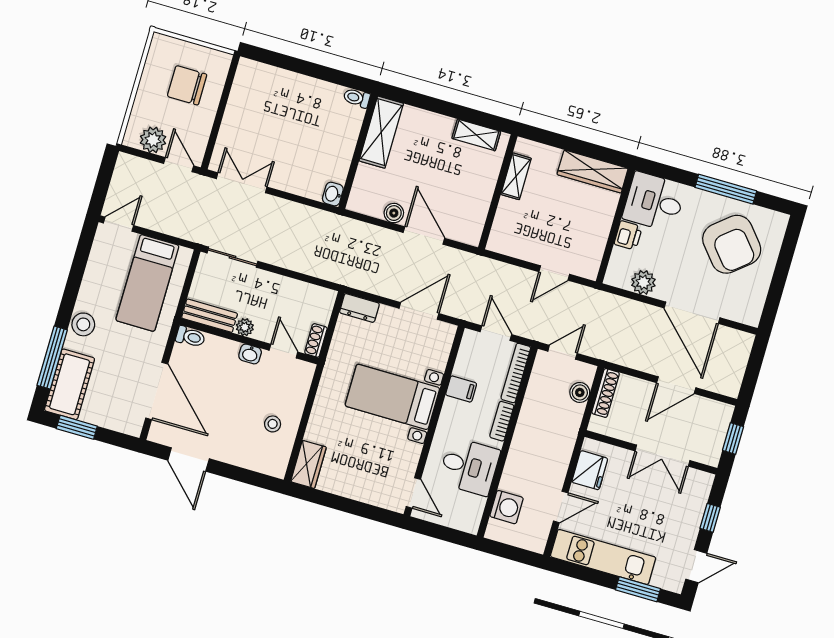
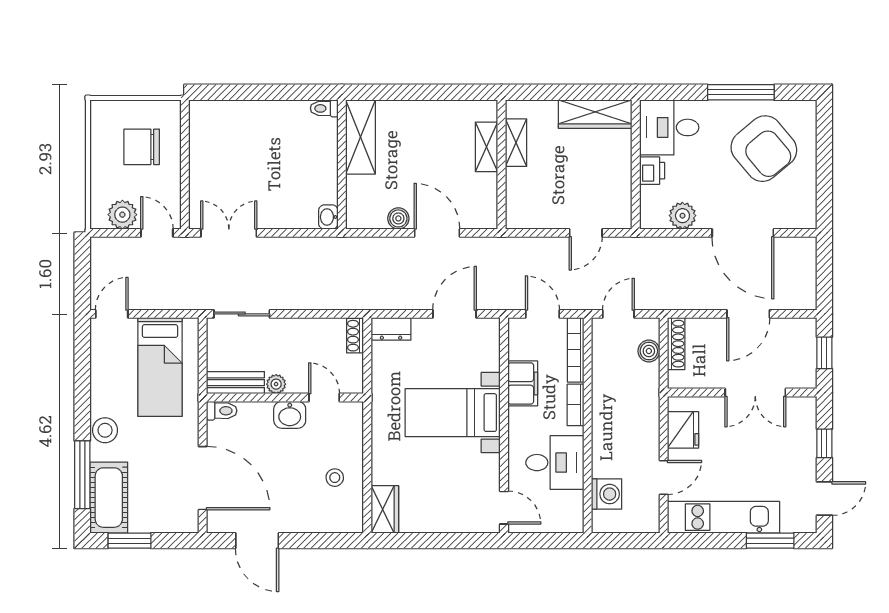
shelving: (476, 135) -> (487, 147), moved, turned 90
shoe rack: (316, 340) -> (355, 336), moved
washbasin: (250, 354) -> (290, 415), width x1.38, depth x1.45
filing cabinet: (461, 389) -> (523, 383), width x2.00

